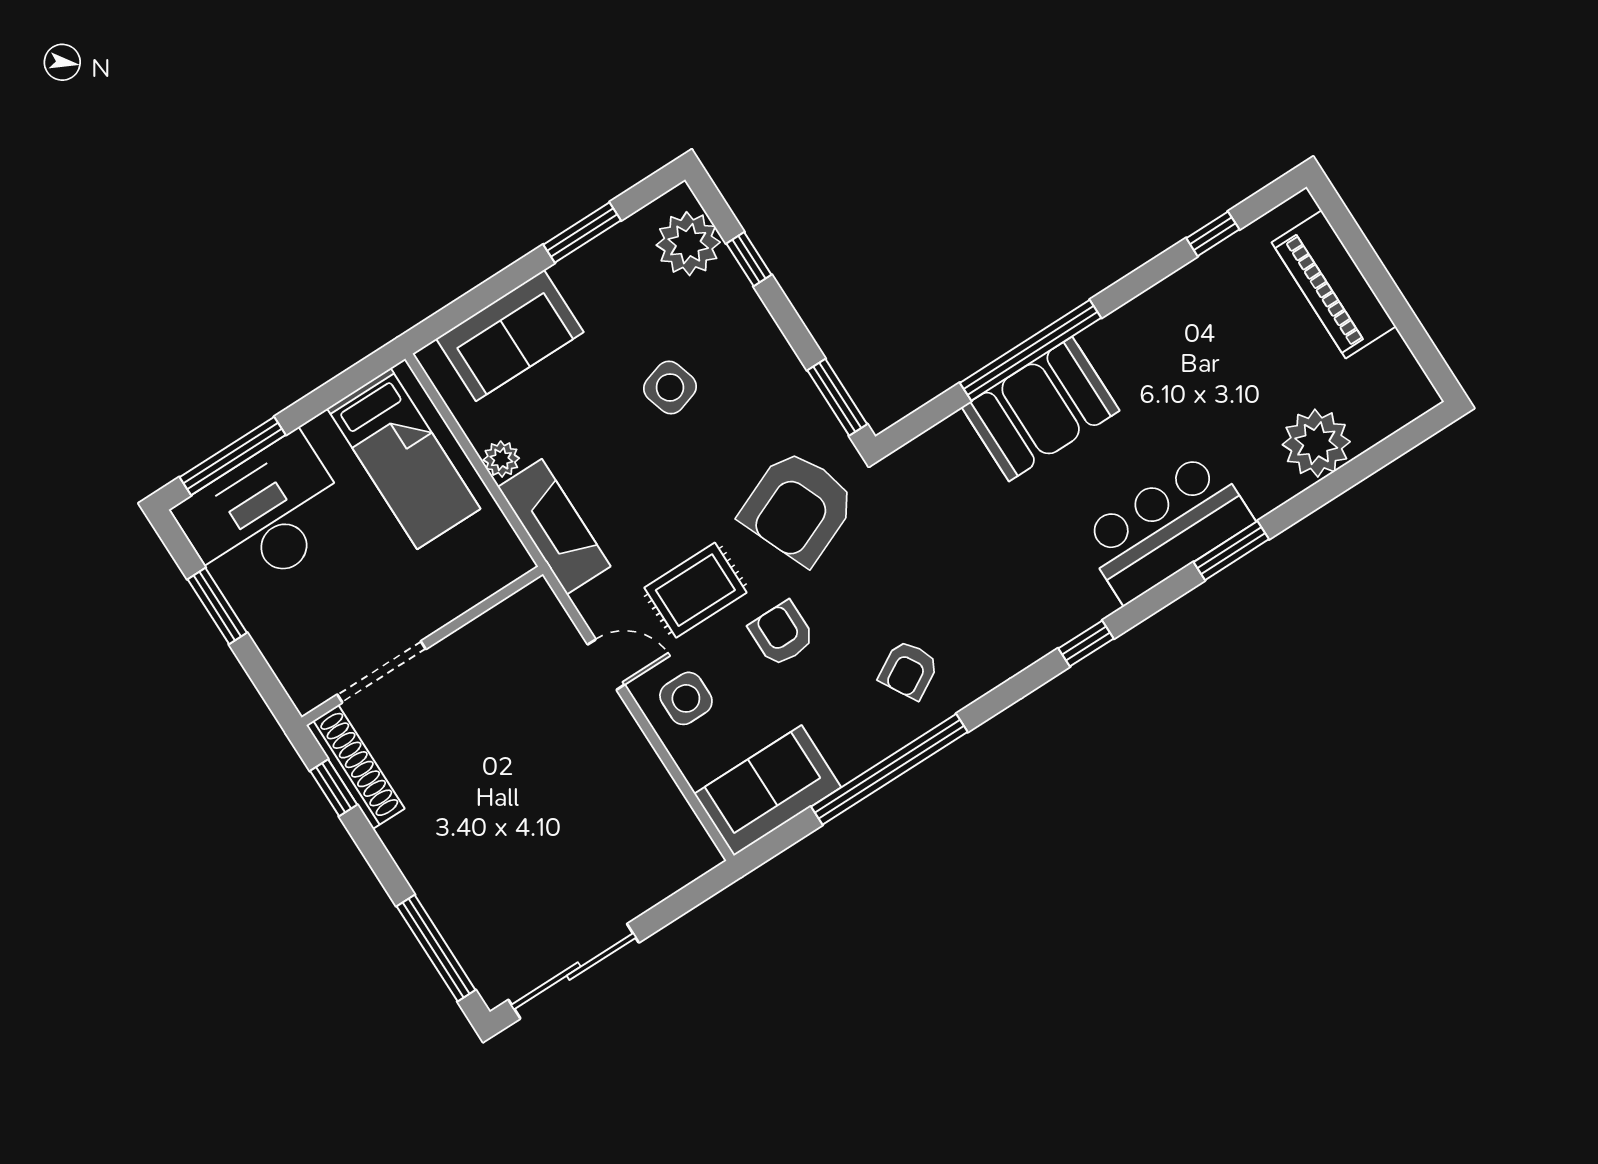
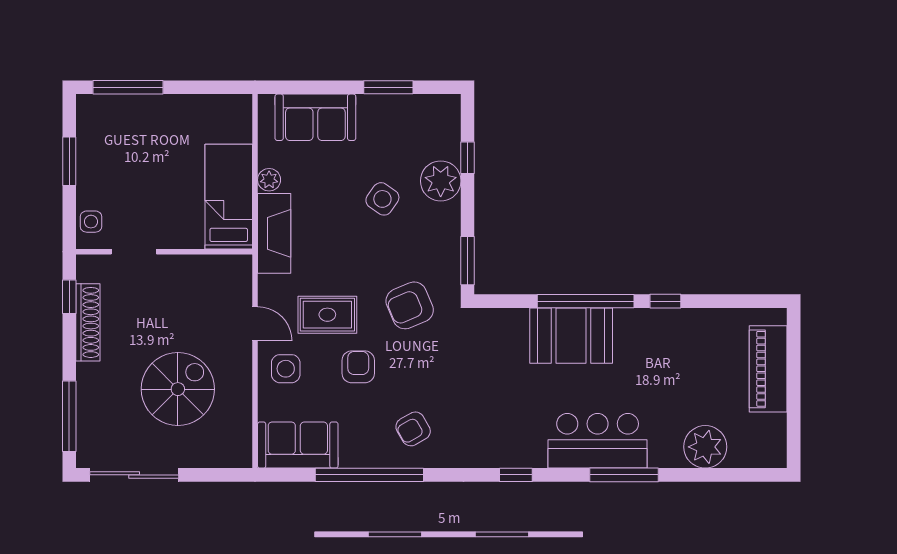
window: (1213, 234) -> (665, 301), moved
plant: (688, 244) -> (441, 181), moved
side table: (670, 387) -> (382, 199), turned -38
bed: (404, 459) -> (229, 197), moved, turned 180
armchair: (798, 507) -> (410, 305), width x0.73, depth x0.73
desk: (265, 516) -> (125, 130), removed
window: (1231, 551) -> (624, 475), width x1.44
side table: (298, 668) -> (91, 222), added
doorway: (382, 672) -> (134, 252), width x0.73
shoe rack: (355, 767) -> (88, 322), moved
spiral stairs: (559, 818) -> (178, 389), added

